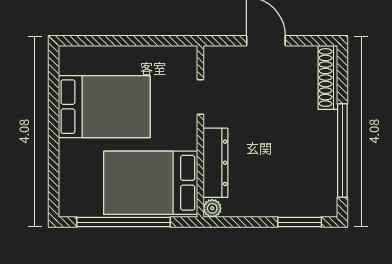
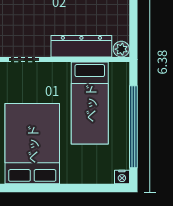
bed: (151, 183) -> (90, 103), width x0.67
nightstand: (66, 209) -> (122, 177), added

